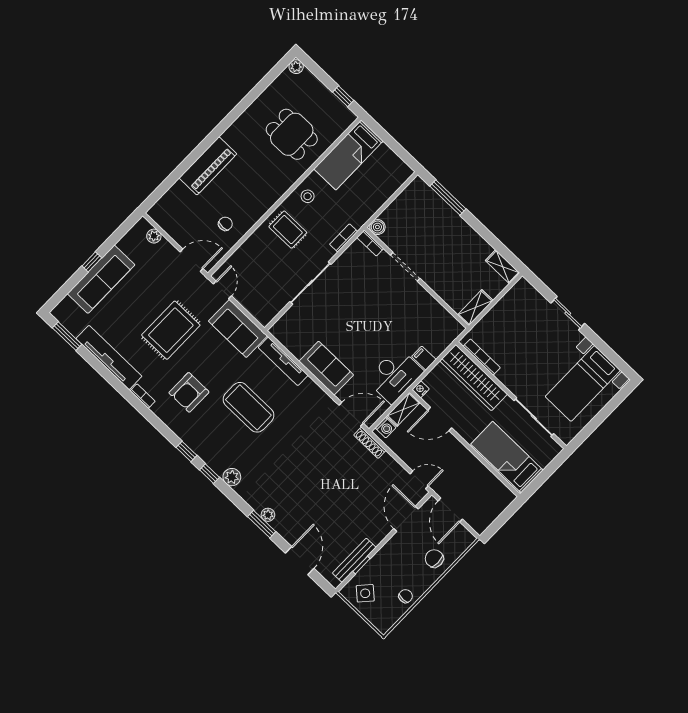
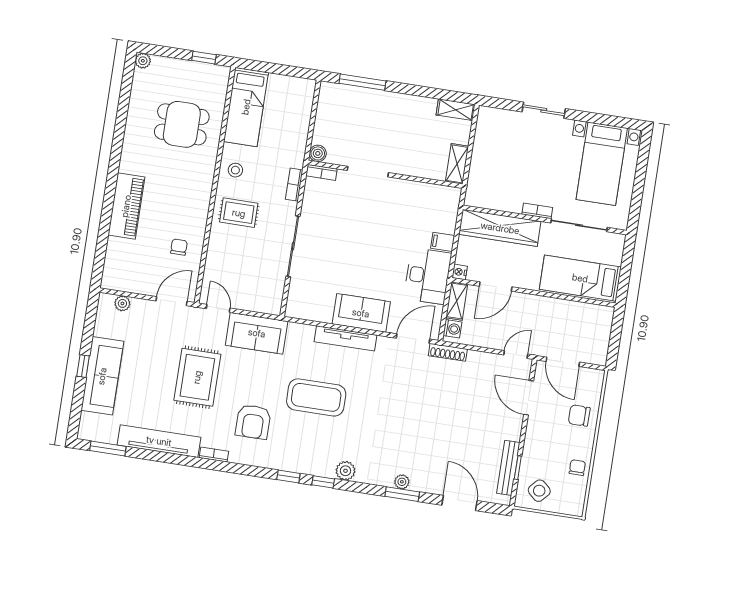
bookcase: (482, 357) -> (537, 211), moved, width x0.64
tv unit: (283, 361) -> (345, 338), moved

